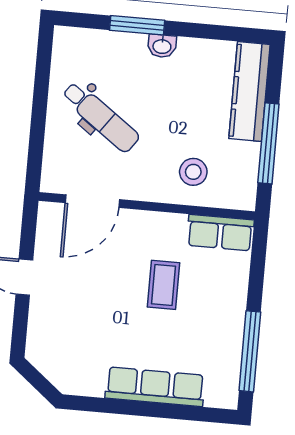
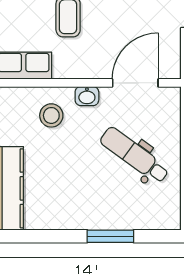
washbasin: (162, 46) -> (87, 96), moved, turned 180

